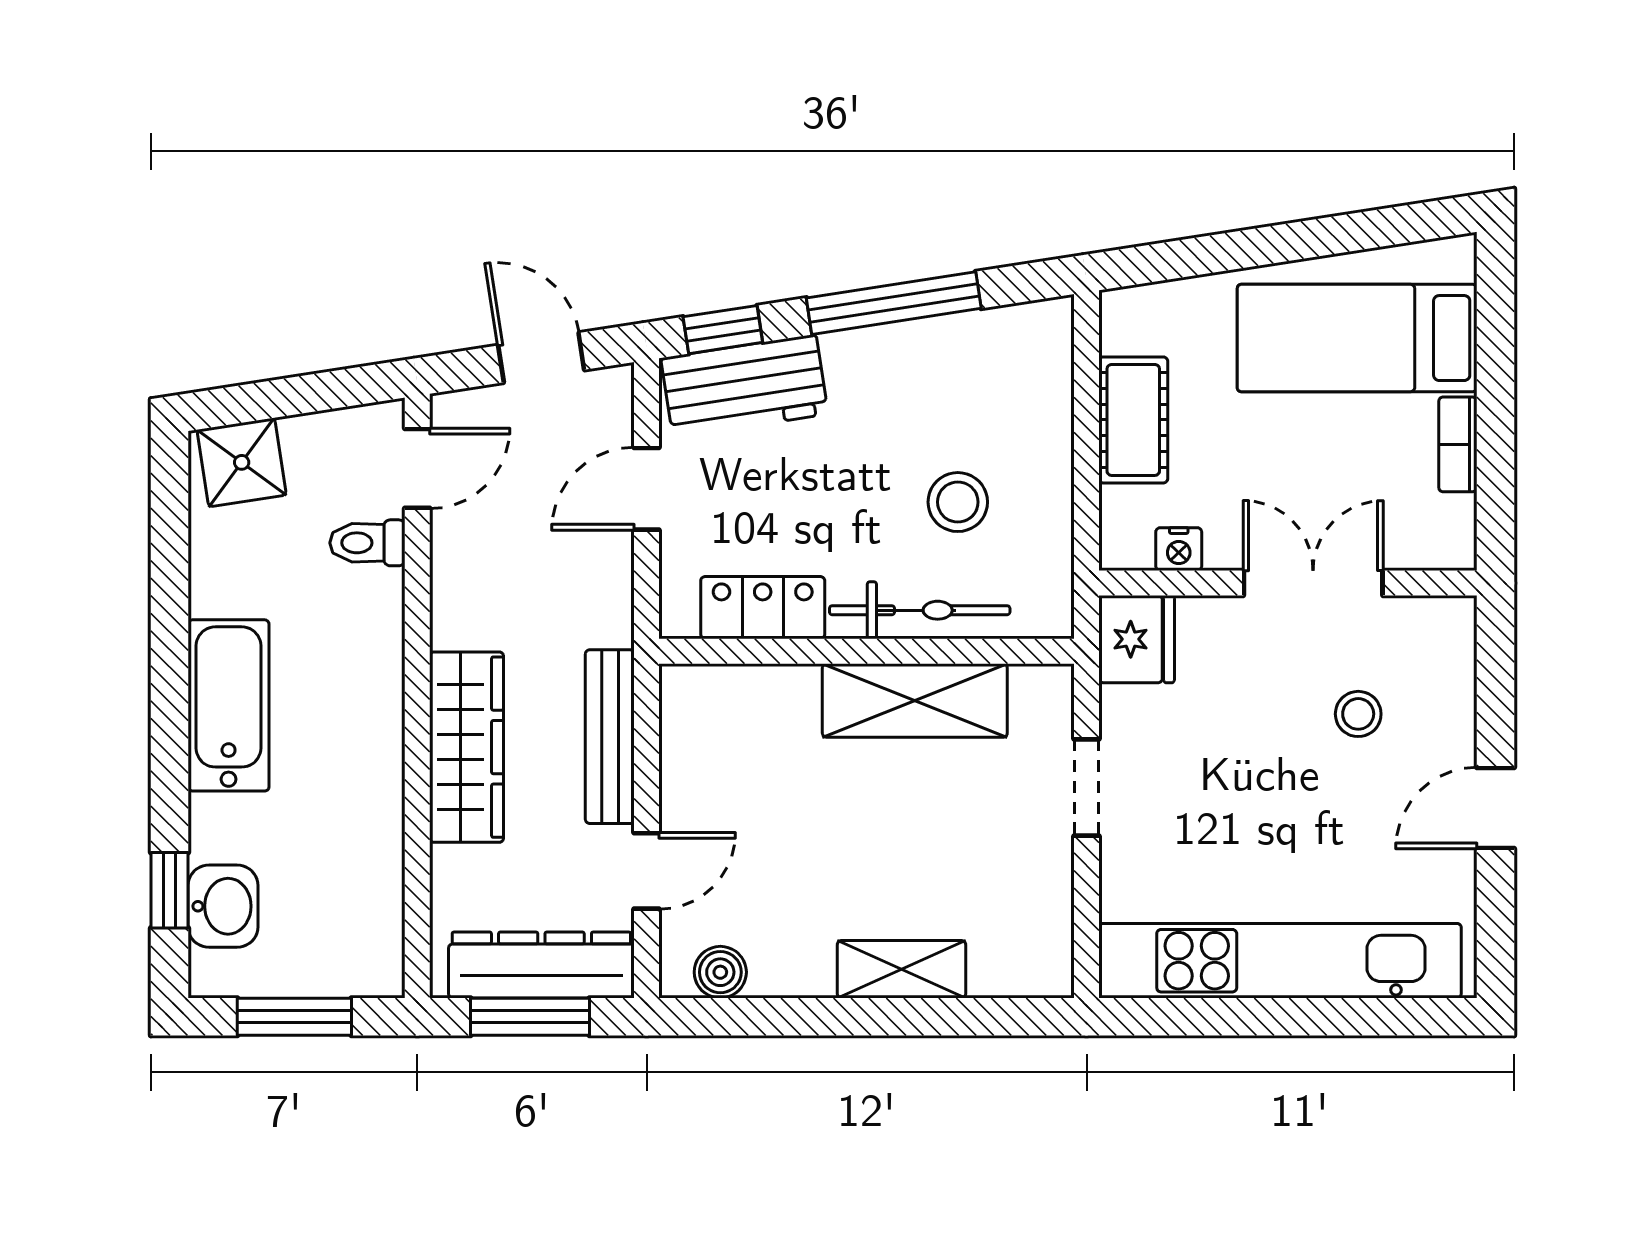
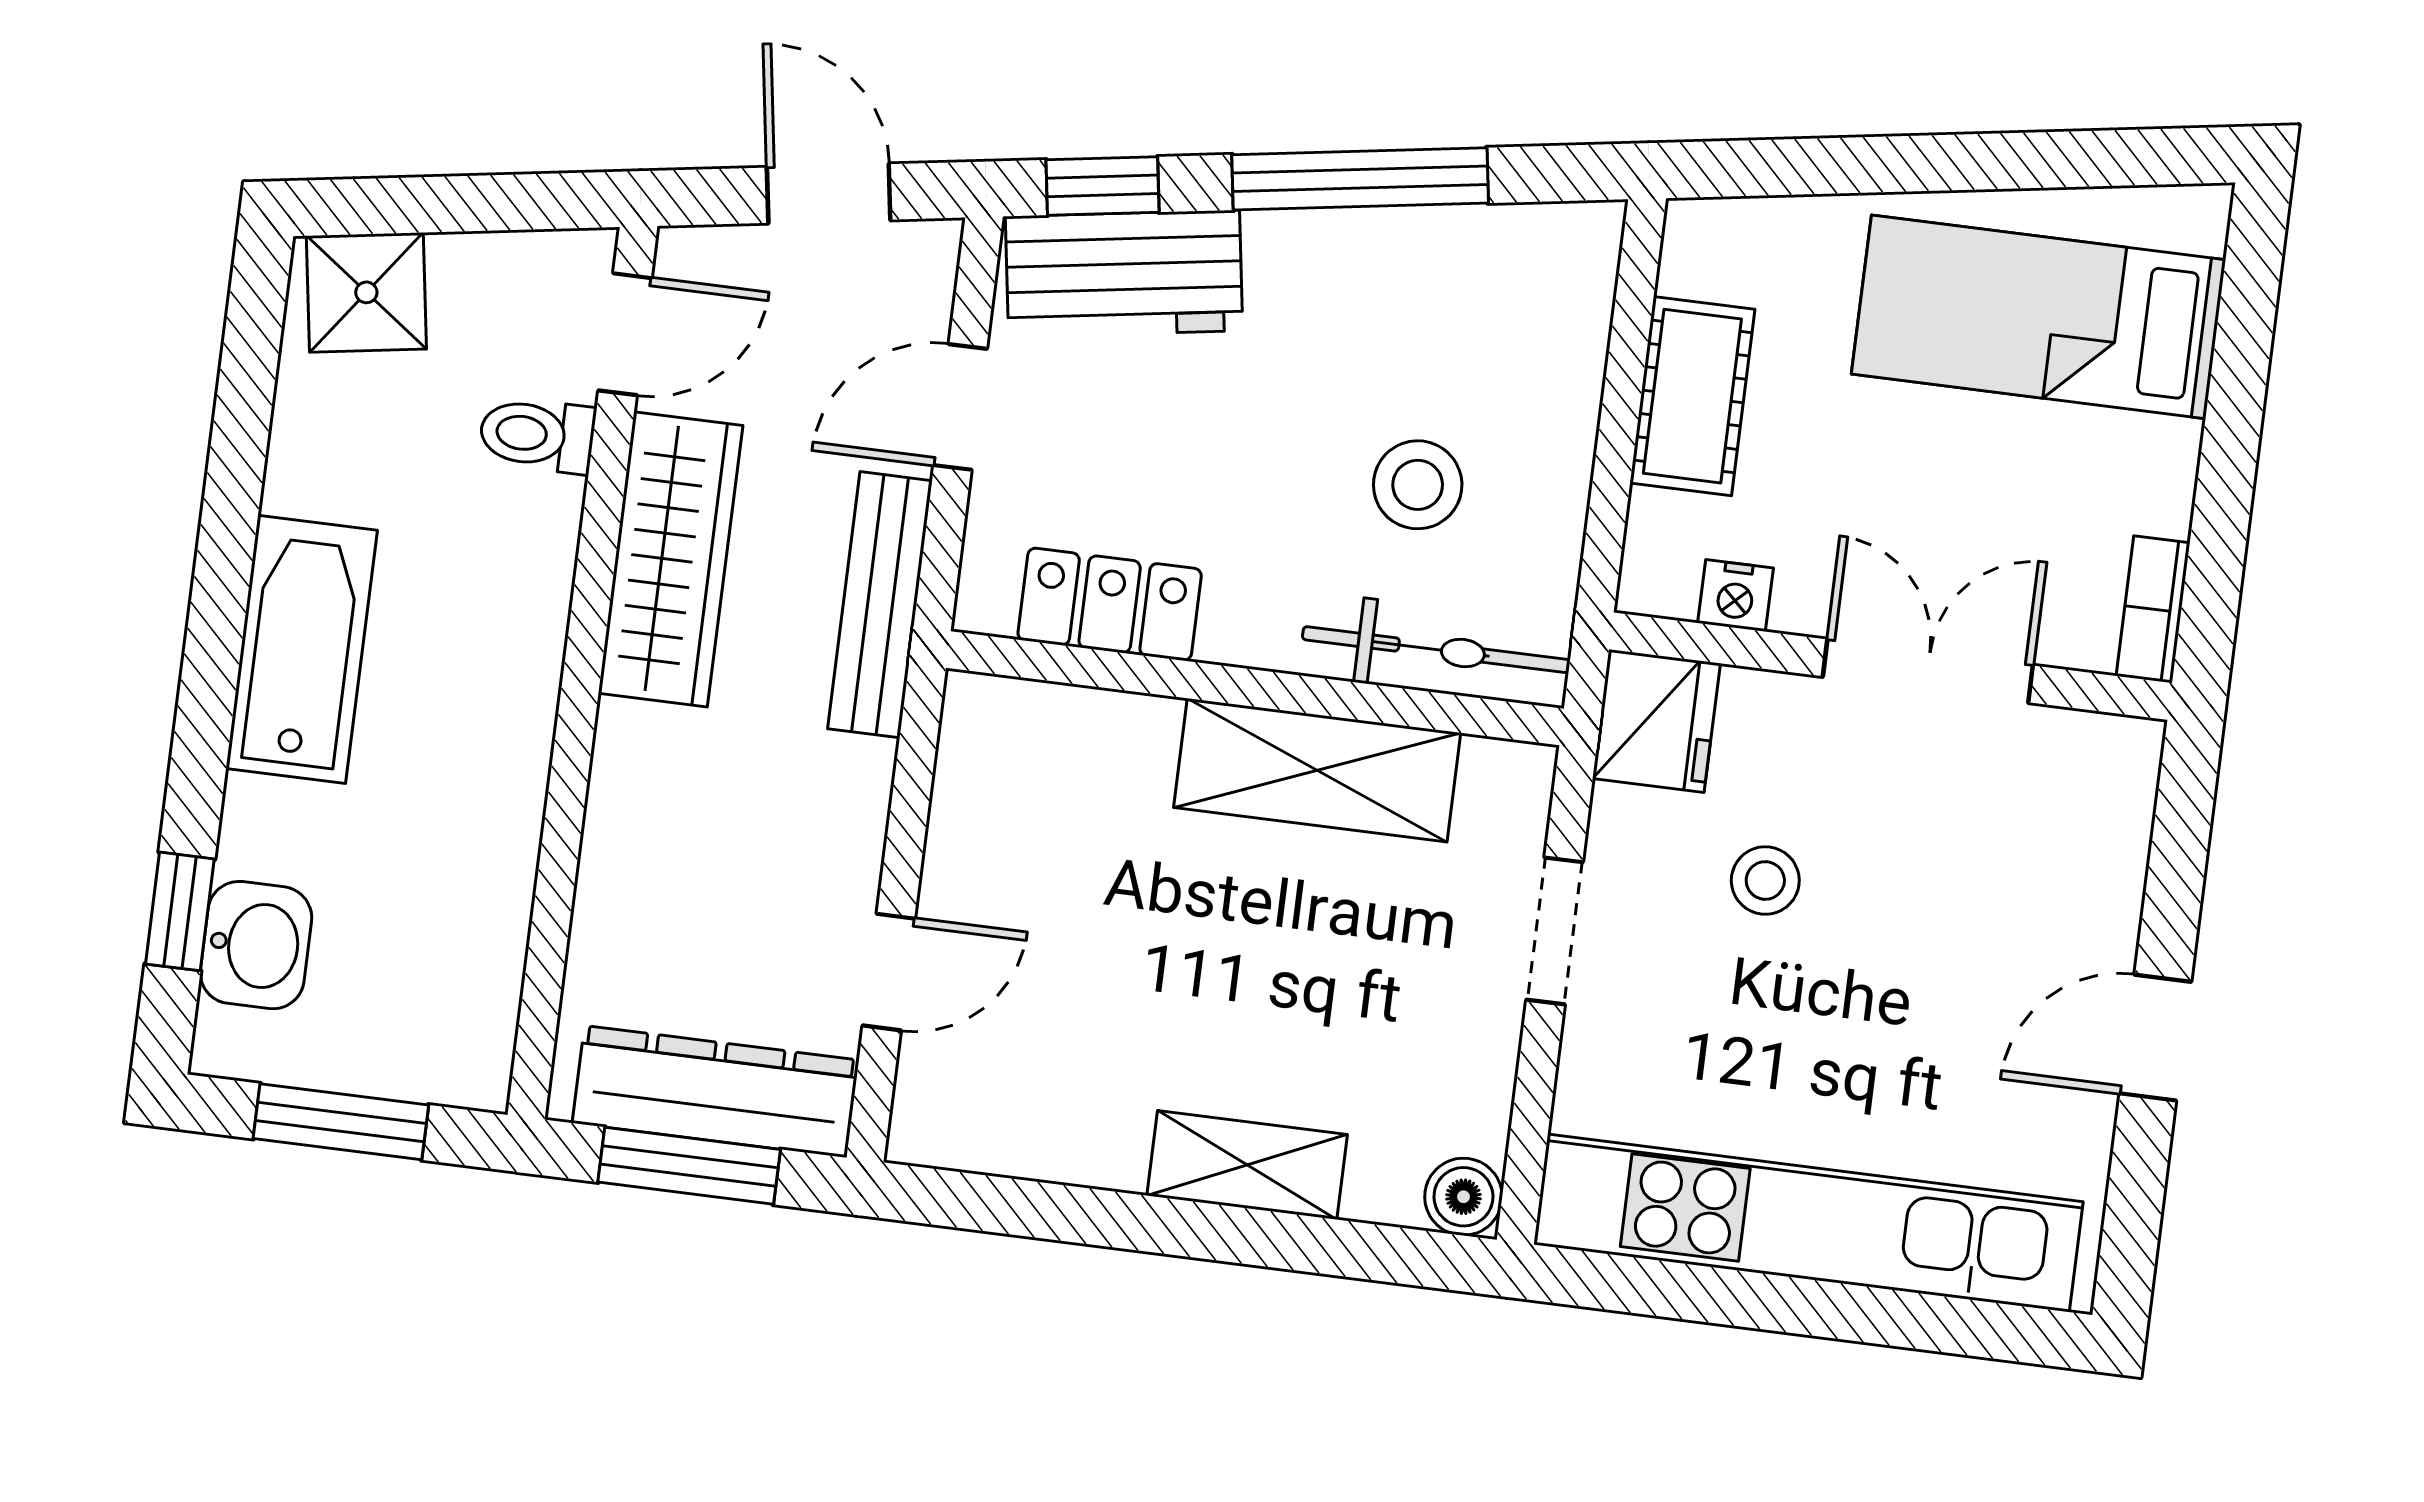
bookcase: (1458, 444) -> (2153, 609), moved
bicycle: (920, 610) -> (1436, 650), moved
stool: (1358, 714) -> (1765, 880), moved
bench: (610, 737) -> (880, 605), moved
wardrobe: (467, 747) -> (671, 559), moved
boiler: (720, 972) -> (1463, 1197), moved

